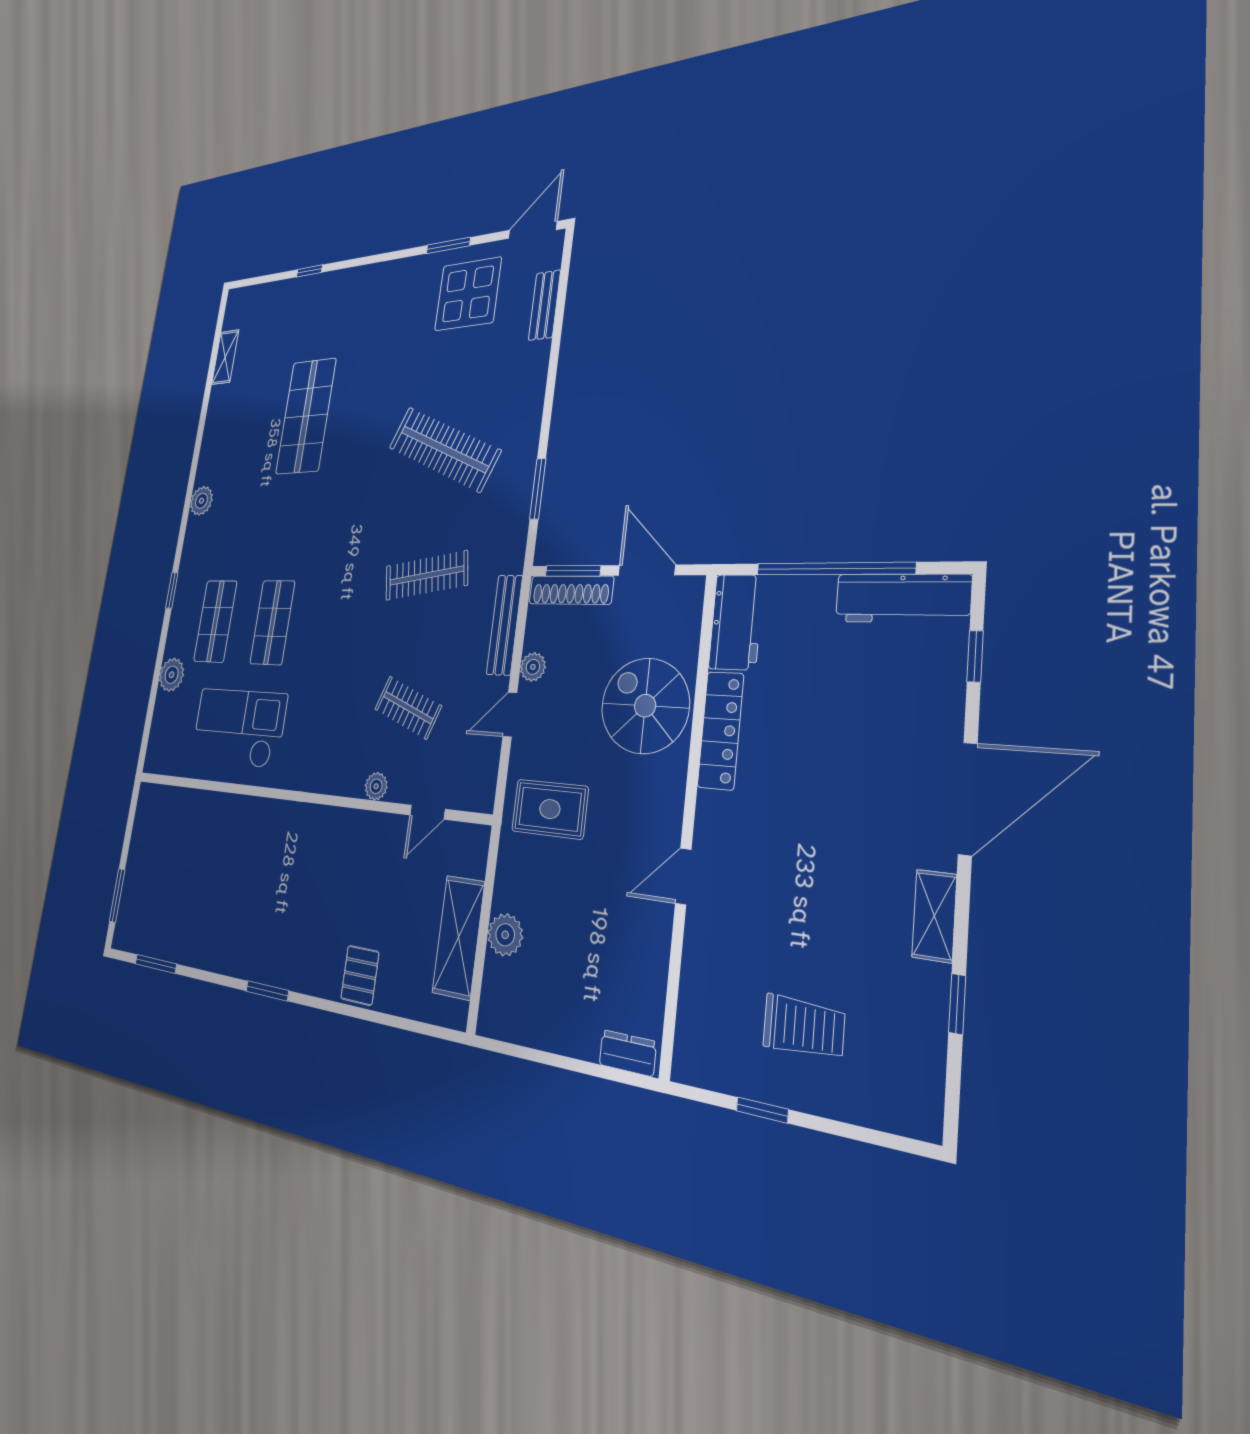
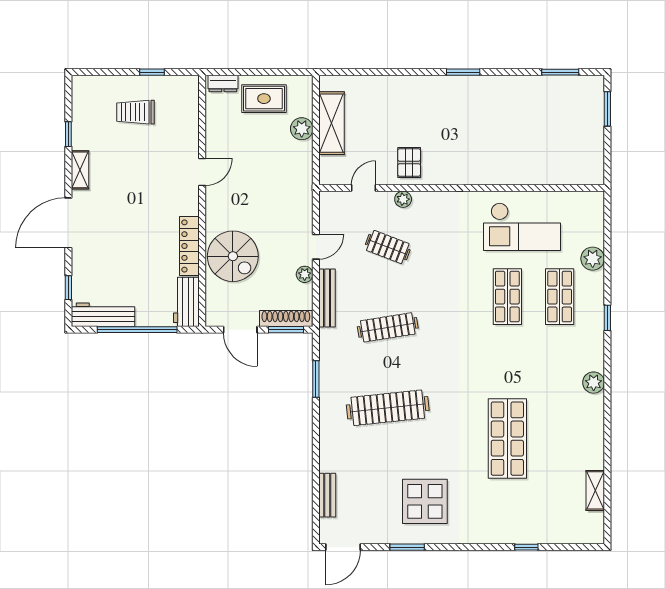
display table: (468, 294) -> (425, 501), moved
clothes rail: (444, 449) -> (388, 408), turned -30
rug: (550, 809) -> (264, 99), moved
pallet: (360, 975) -> (409, 162), moved

